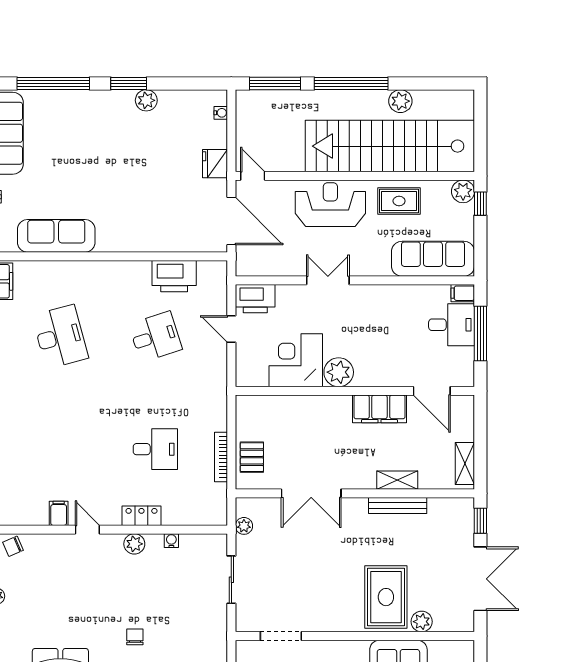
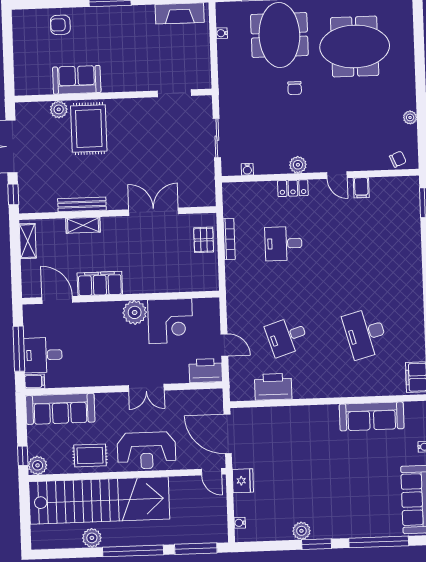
plant: (244, 526) -> (208, 183), removed
water cooler: (171, 541) -> (247, 169), moved

